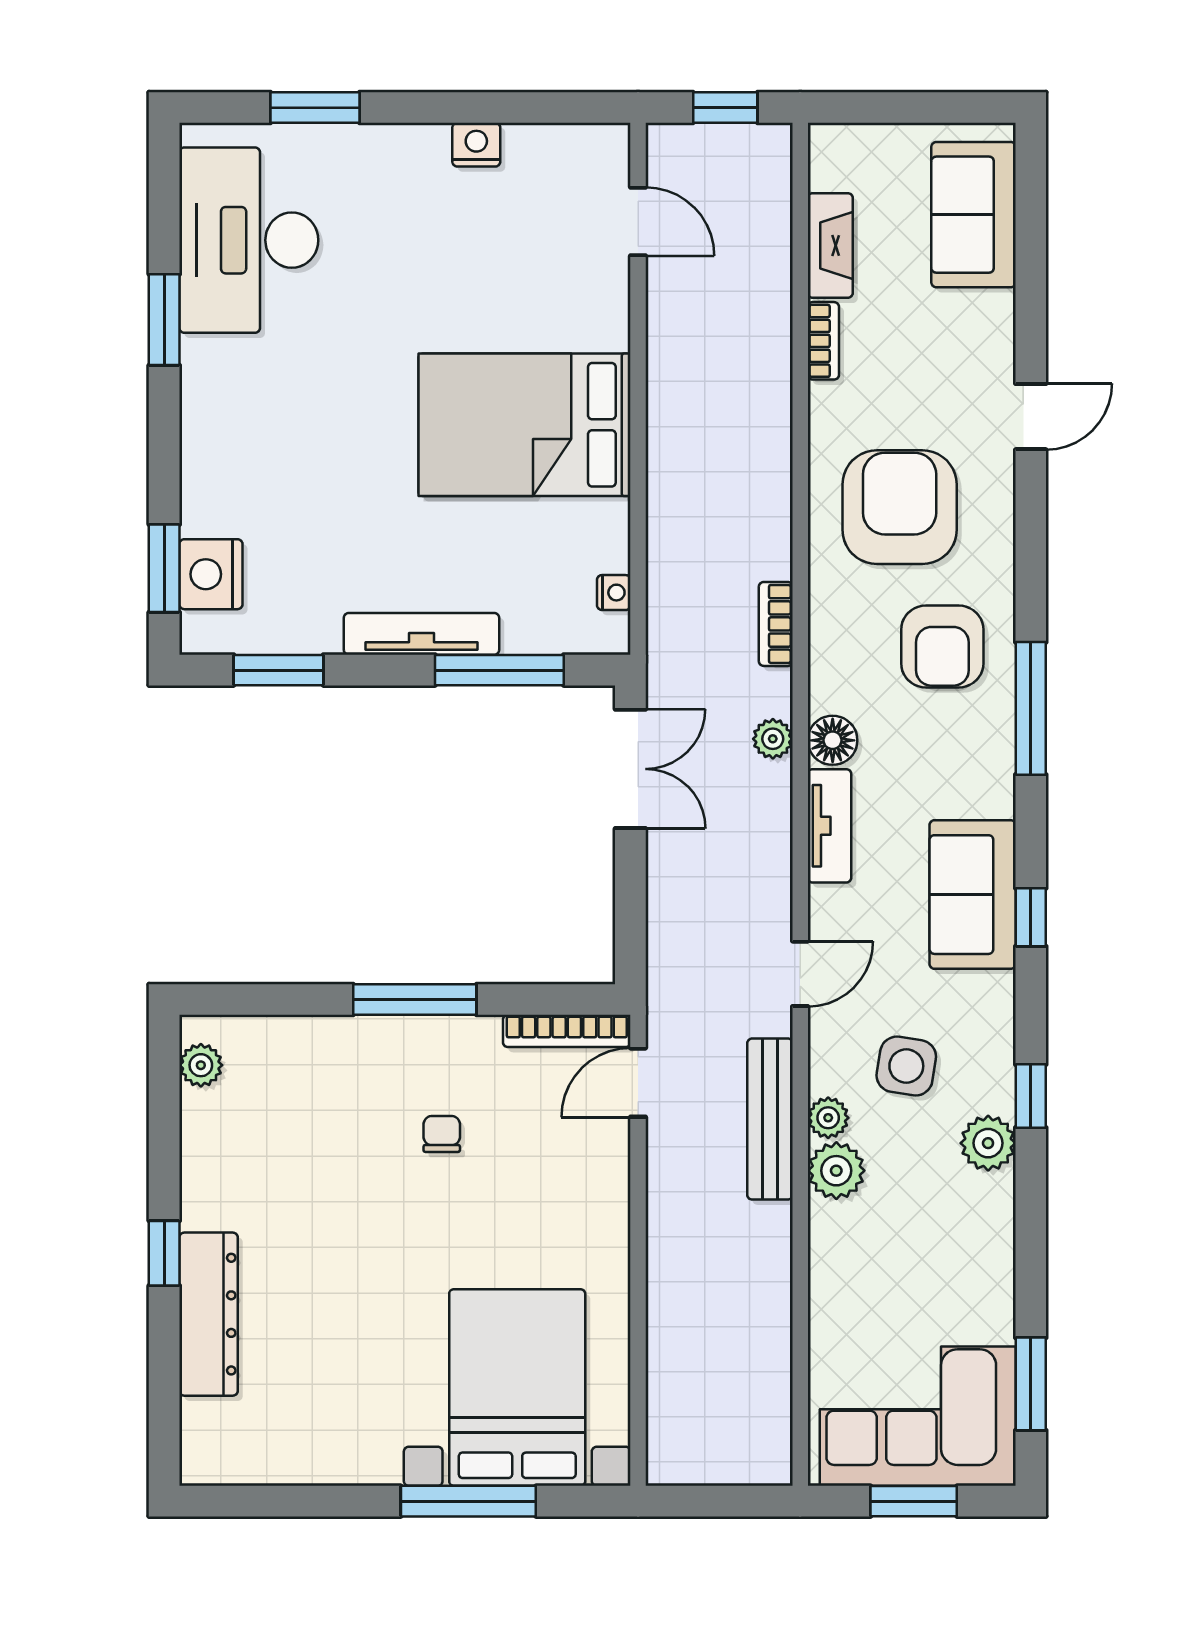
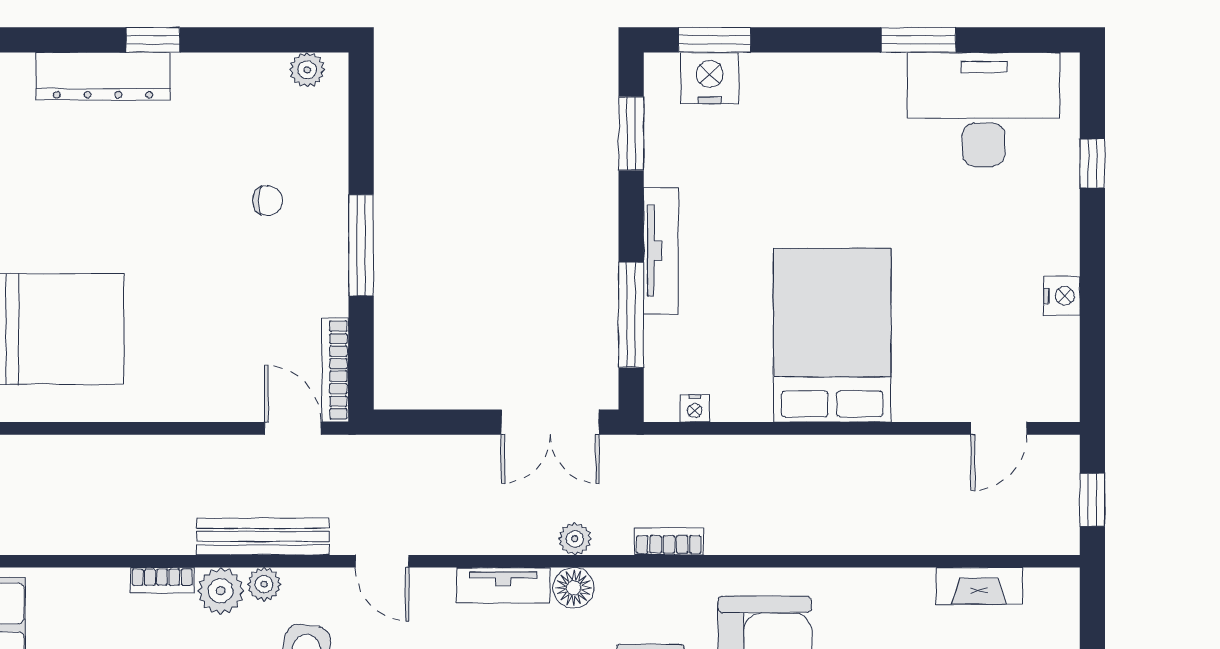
window: (315, 108) -> (1092, 163), width x0.67
bookcase: (823, 341) -> (162, 580), moved
chair: (442, 1134) -> (268, 201), moved

